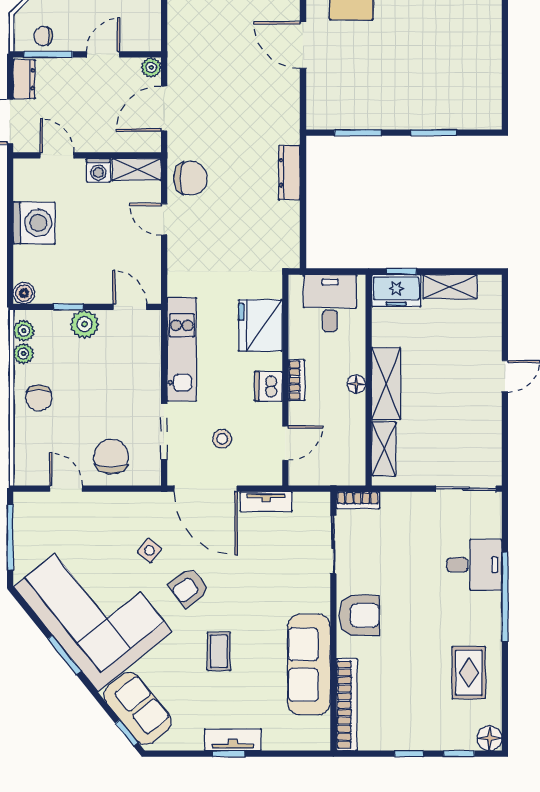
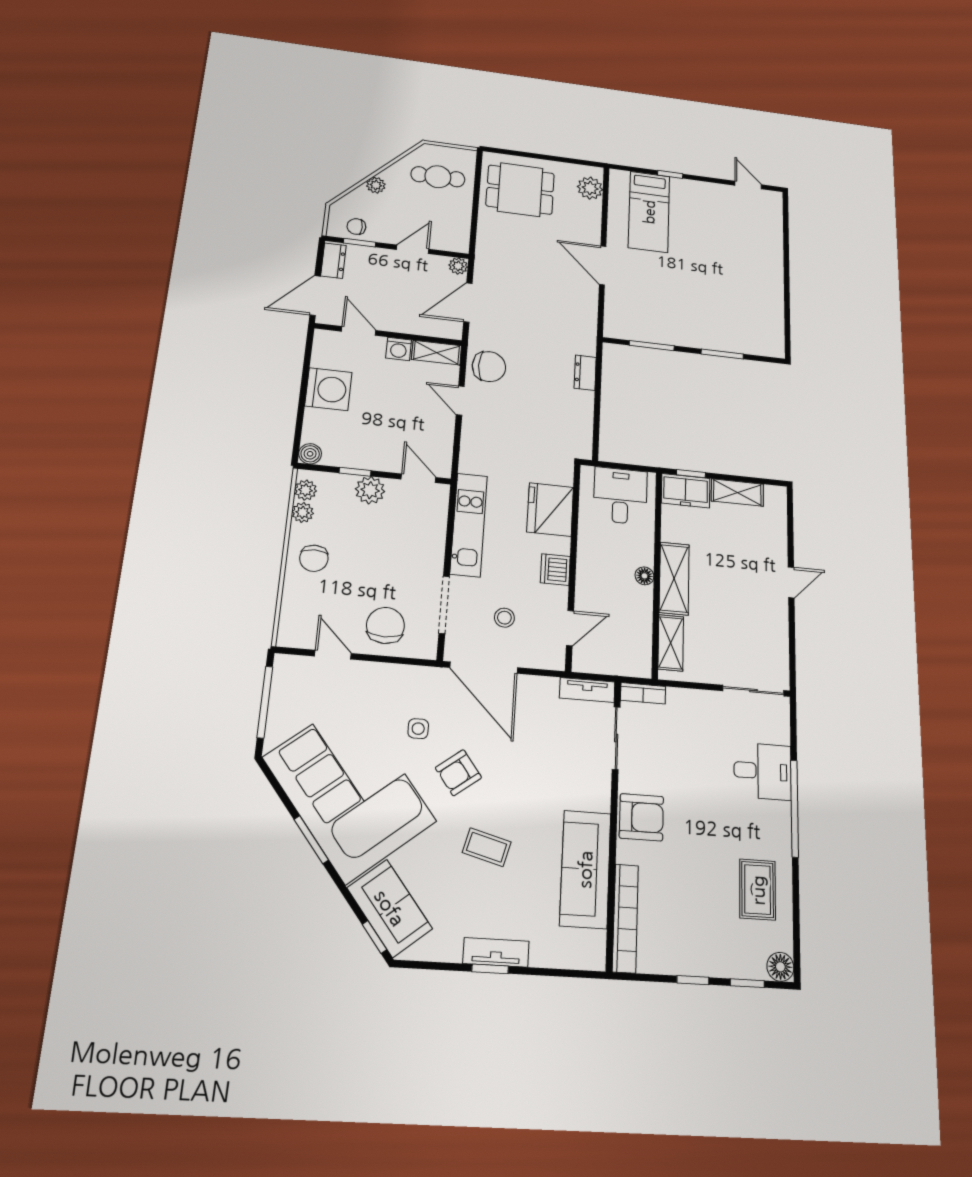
window: (48, 54) -> (359, 243), width x0.67
dresser: (289, 173) -> (585, 373), width x0.70
bookcase: (297, 380) -> (584, 566), removed
tv unit: (266, 502) -> (587, 690), moved
side table: (149, 550) -> (418, 729), turned -37
coffee table: (219, 651) -> (487, 847), turned -75

